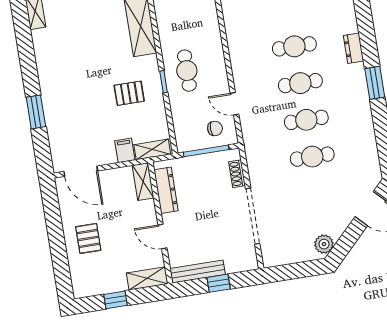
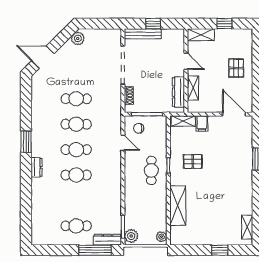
shelving: (143, 182) -> (193, 88), moved
bench: (198, 272) -> (143, 34), moved

